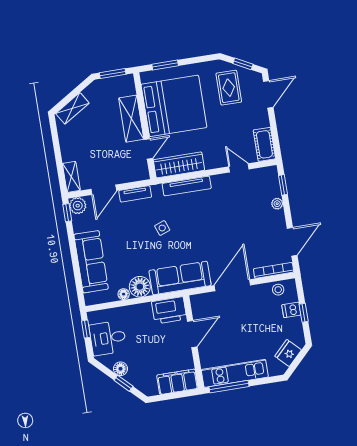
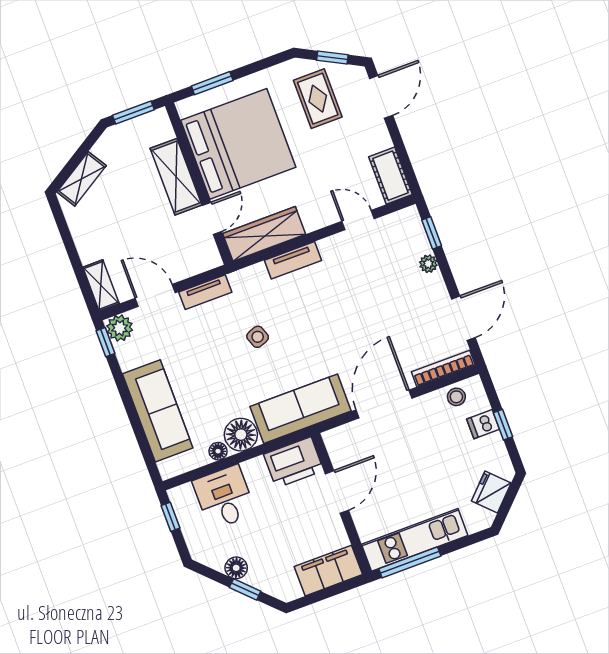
tv unit: (187, 186) -> (293, 260), width x0.71
door: (104, 190) -> (155, 295), swing flipped
desk: (108, 338) -> (224, 497), moved, turned 90

